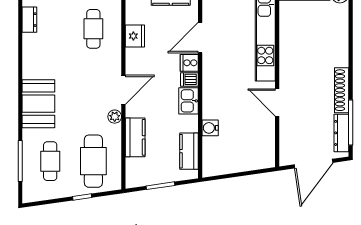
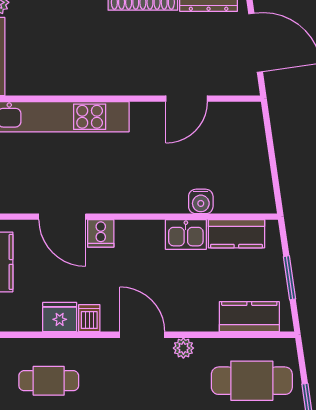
dishwasher: (189, 79) -> (89, 318), moved, turned 180
kitchen sink: (189, 101) -> (186, 235), moved
door: (277, 102) -> (187, 99), moved
kitchen counter: (135, 137) -> (249, 317), moved

